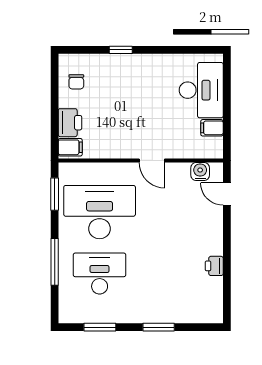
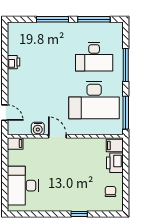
filing cabinet: (212, 128) -> (15, 143), moved
water cooler: (200, 171) -> (38, 128), moved
window: (55, 194) -> (126, 113), width x1.44
window: (100, 327) -> (94, 19), width x1.44
window: (159, 327) -> (53, 19), width x1.44

